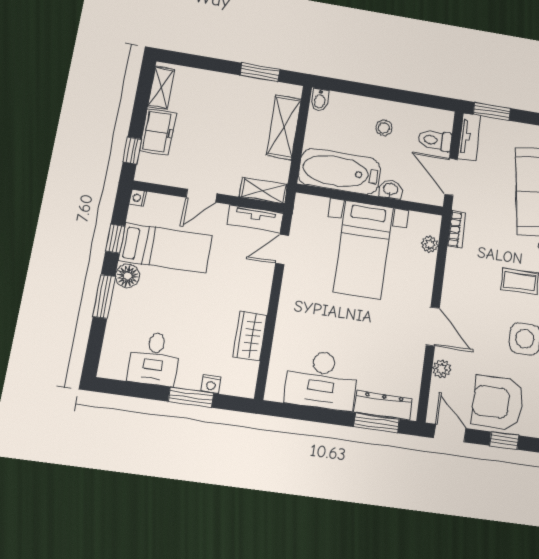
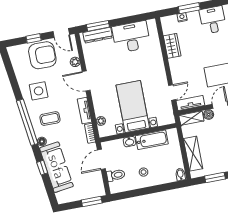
tv unit: (470, 137) -> (85, 111), moved
bathtub: (340, 172) -> (152, 140), width x0.73, depth x0.73
door: (451, 177) -> (101, 159), swing flipped
boiler: (229, 186) -> (209, 114), added

